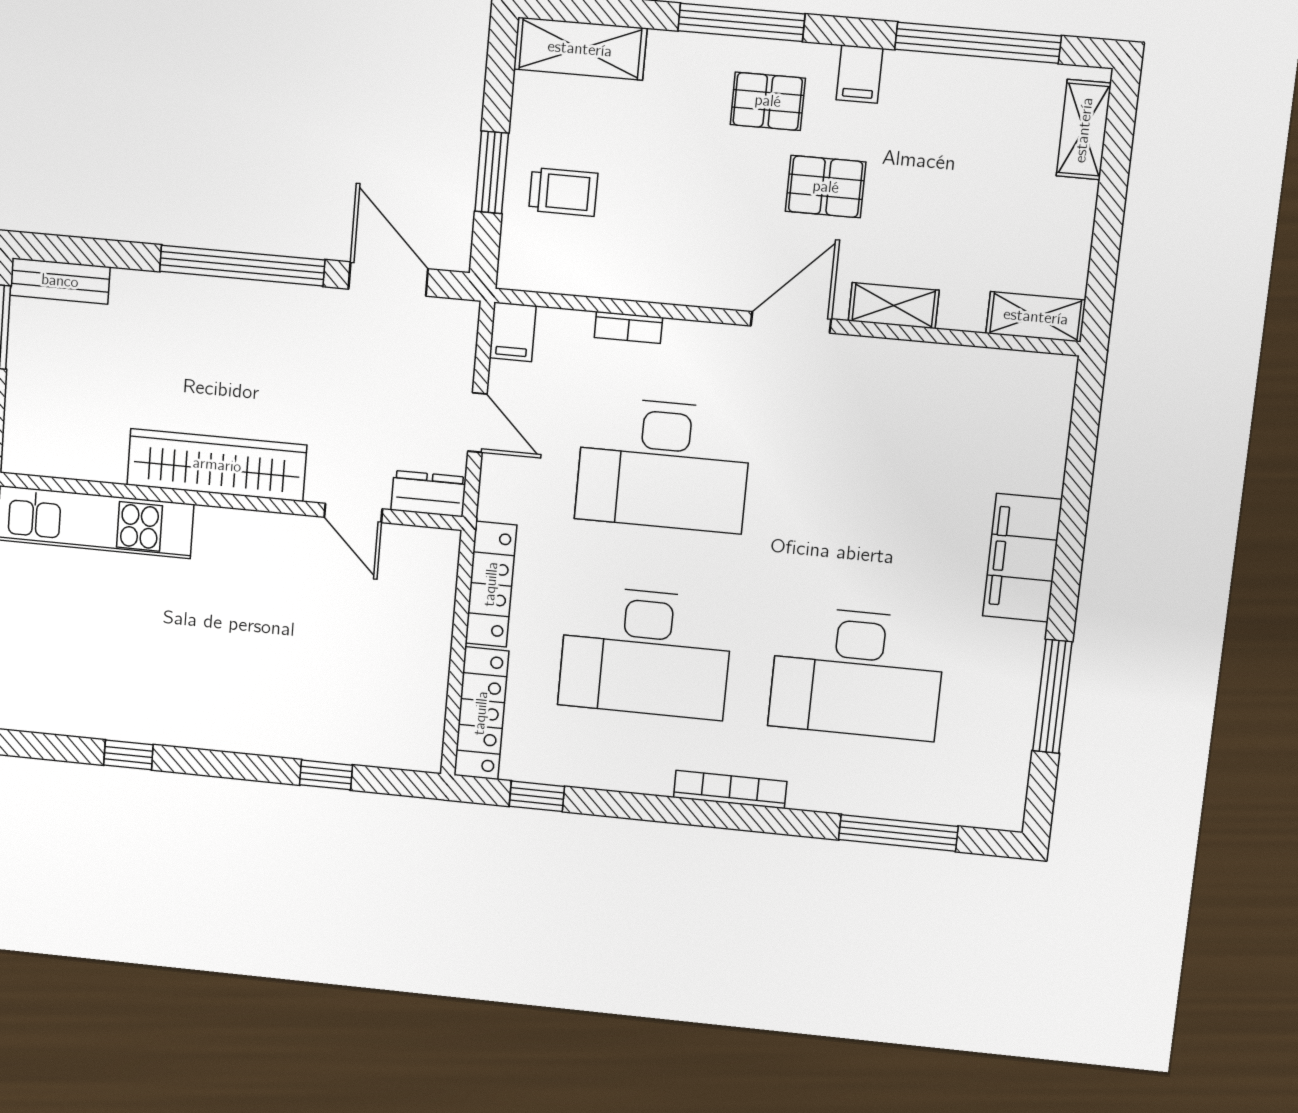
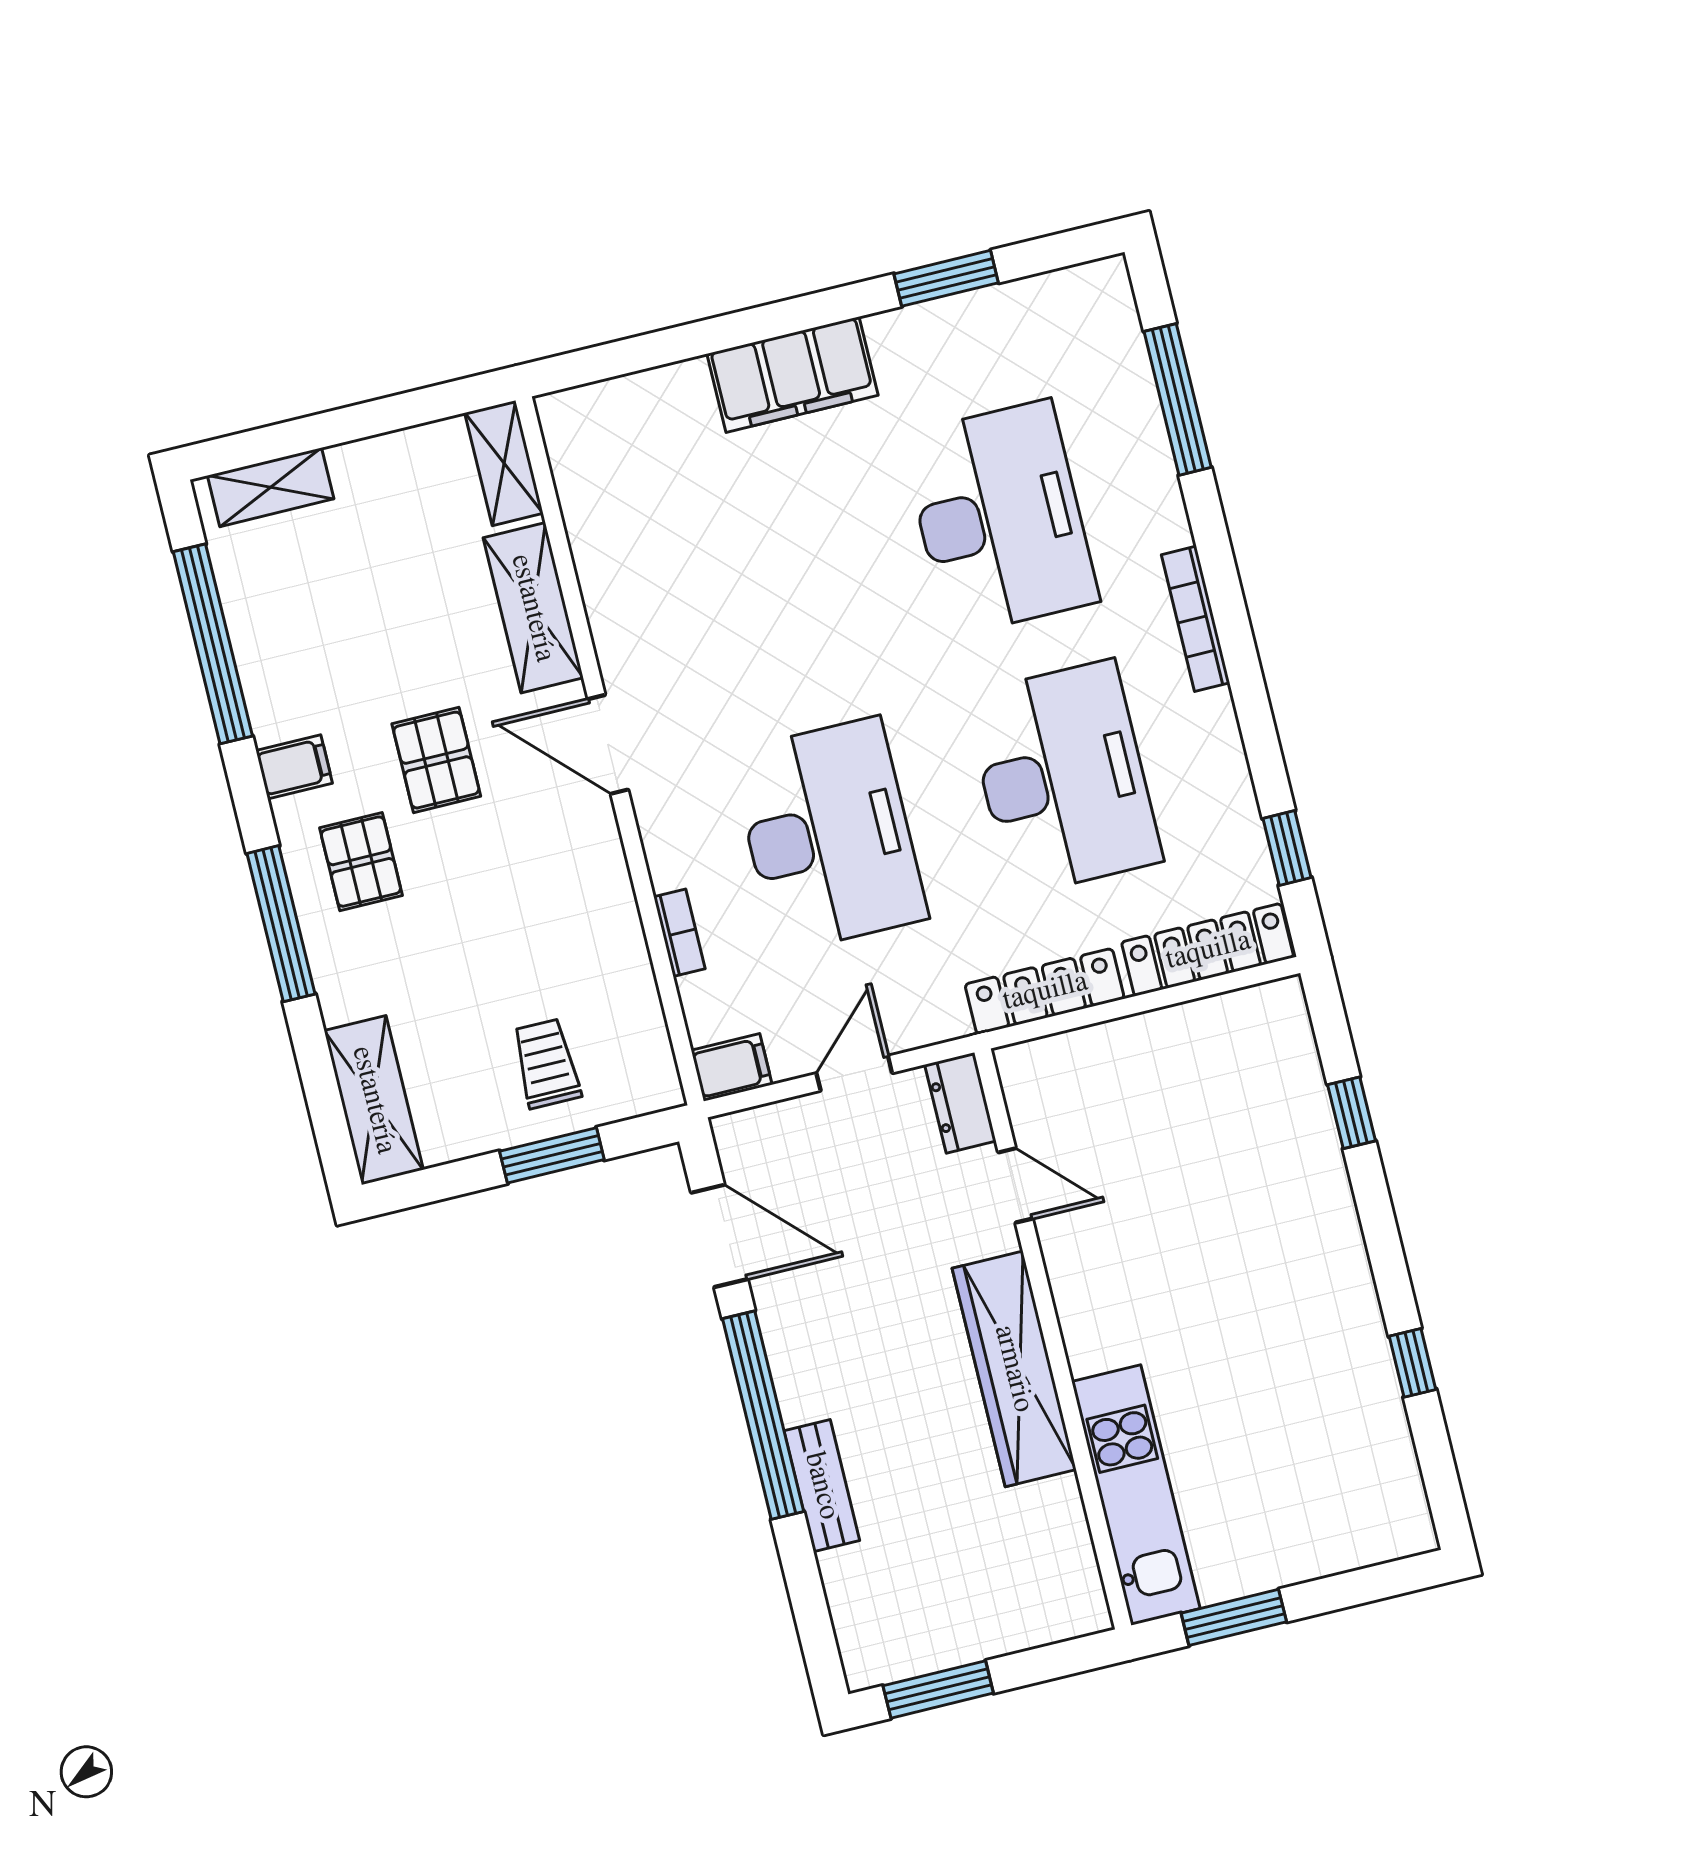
door: (388, 279) -> (719, 1236), swing flipped
bench: (60, 281) -> (822, 1486), moved
shelving: (894, 306) -> (533, 608), width x1.50, depth x1.33
door: (353, 513) -> (1015, 1185), hinge flipped
window: (1052, 696) -> (946, 278), width x0.69

